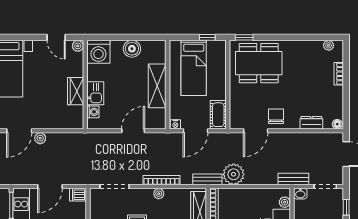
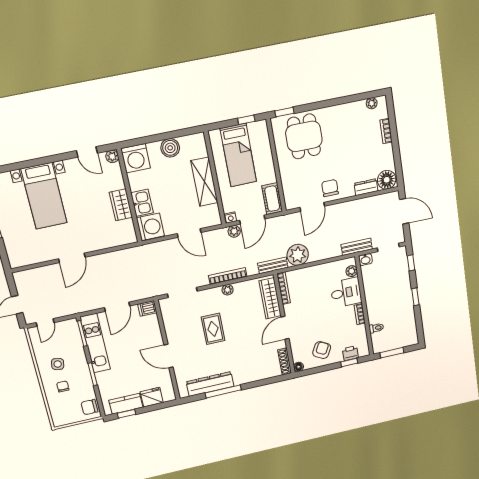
dining table: (259, 63) -> (304, 136), width x0.73
washing machine: (93, 112) -> (150, 227), width x1.89, depth x1.89
floor lamp: (337, 124) -> (387, 180), width x1.89, depth x1.89
door: (133, 131) -> (189, 233), swing flipped
plant: (40, 138) -> (234, 231), moved

